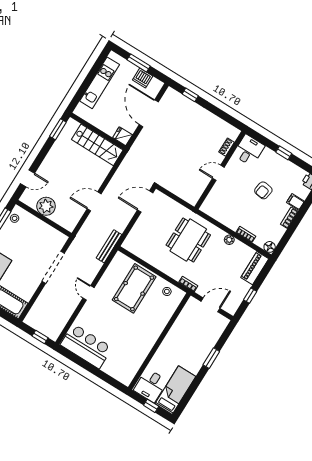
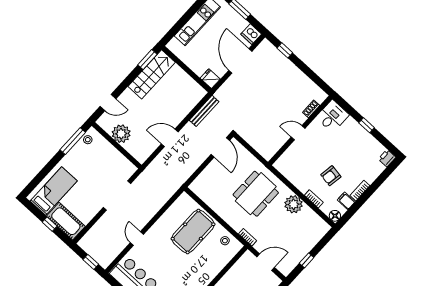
dishwasher: (143, 78) -> (251, 34), moved
stairs: (97, 145) -> (152, 74), moved, turned -90
armchair: (263, 190) -> (331, 176), moved
door: (145, 201) -> (220, 147), swing flipped
filing cabinet: (295, 202) -> (346, 201), moved
plant: (229, 240) -> (294, 204), width x1.87, depth x1.87
bench: (109, 246) -> (204, 111), moved
piano: (255, 268) -> (316, 234), removed
door: (88, 293) -> (137, 238), moved

